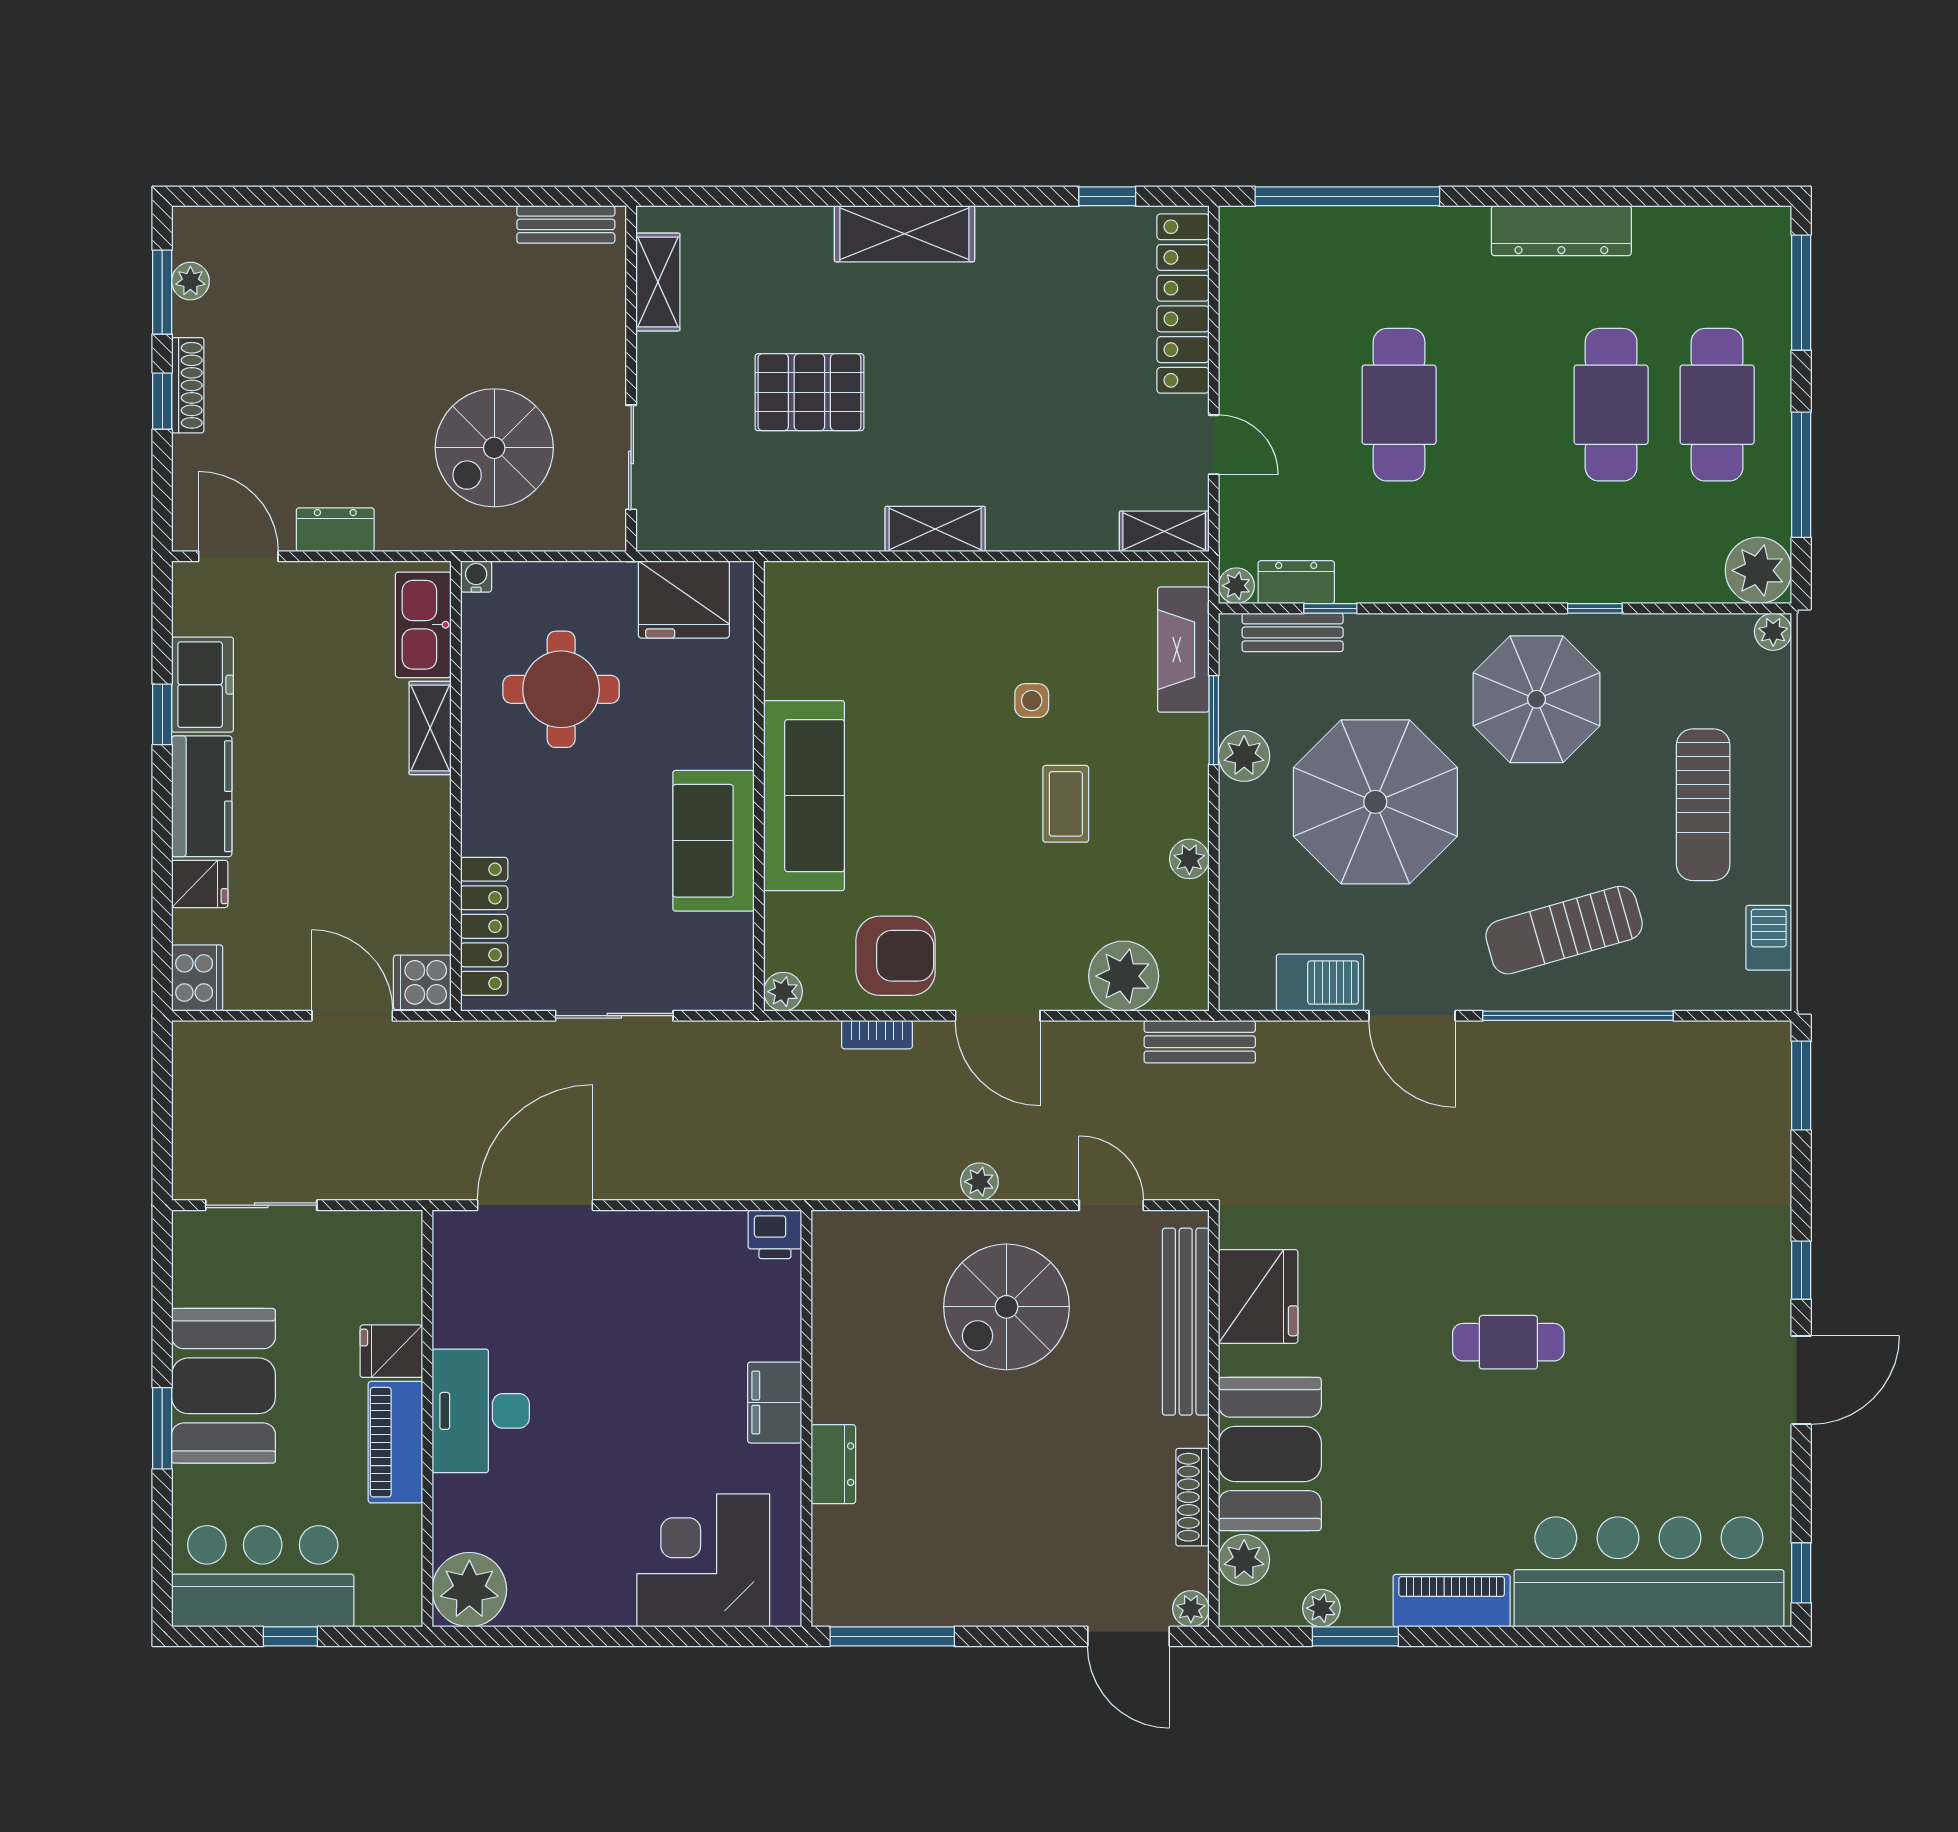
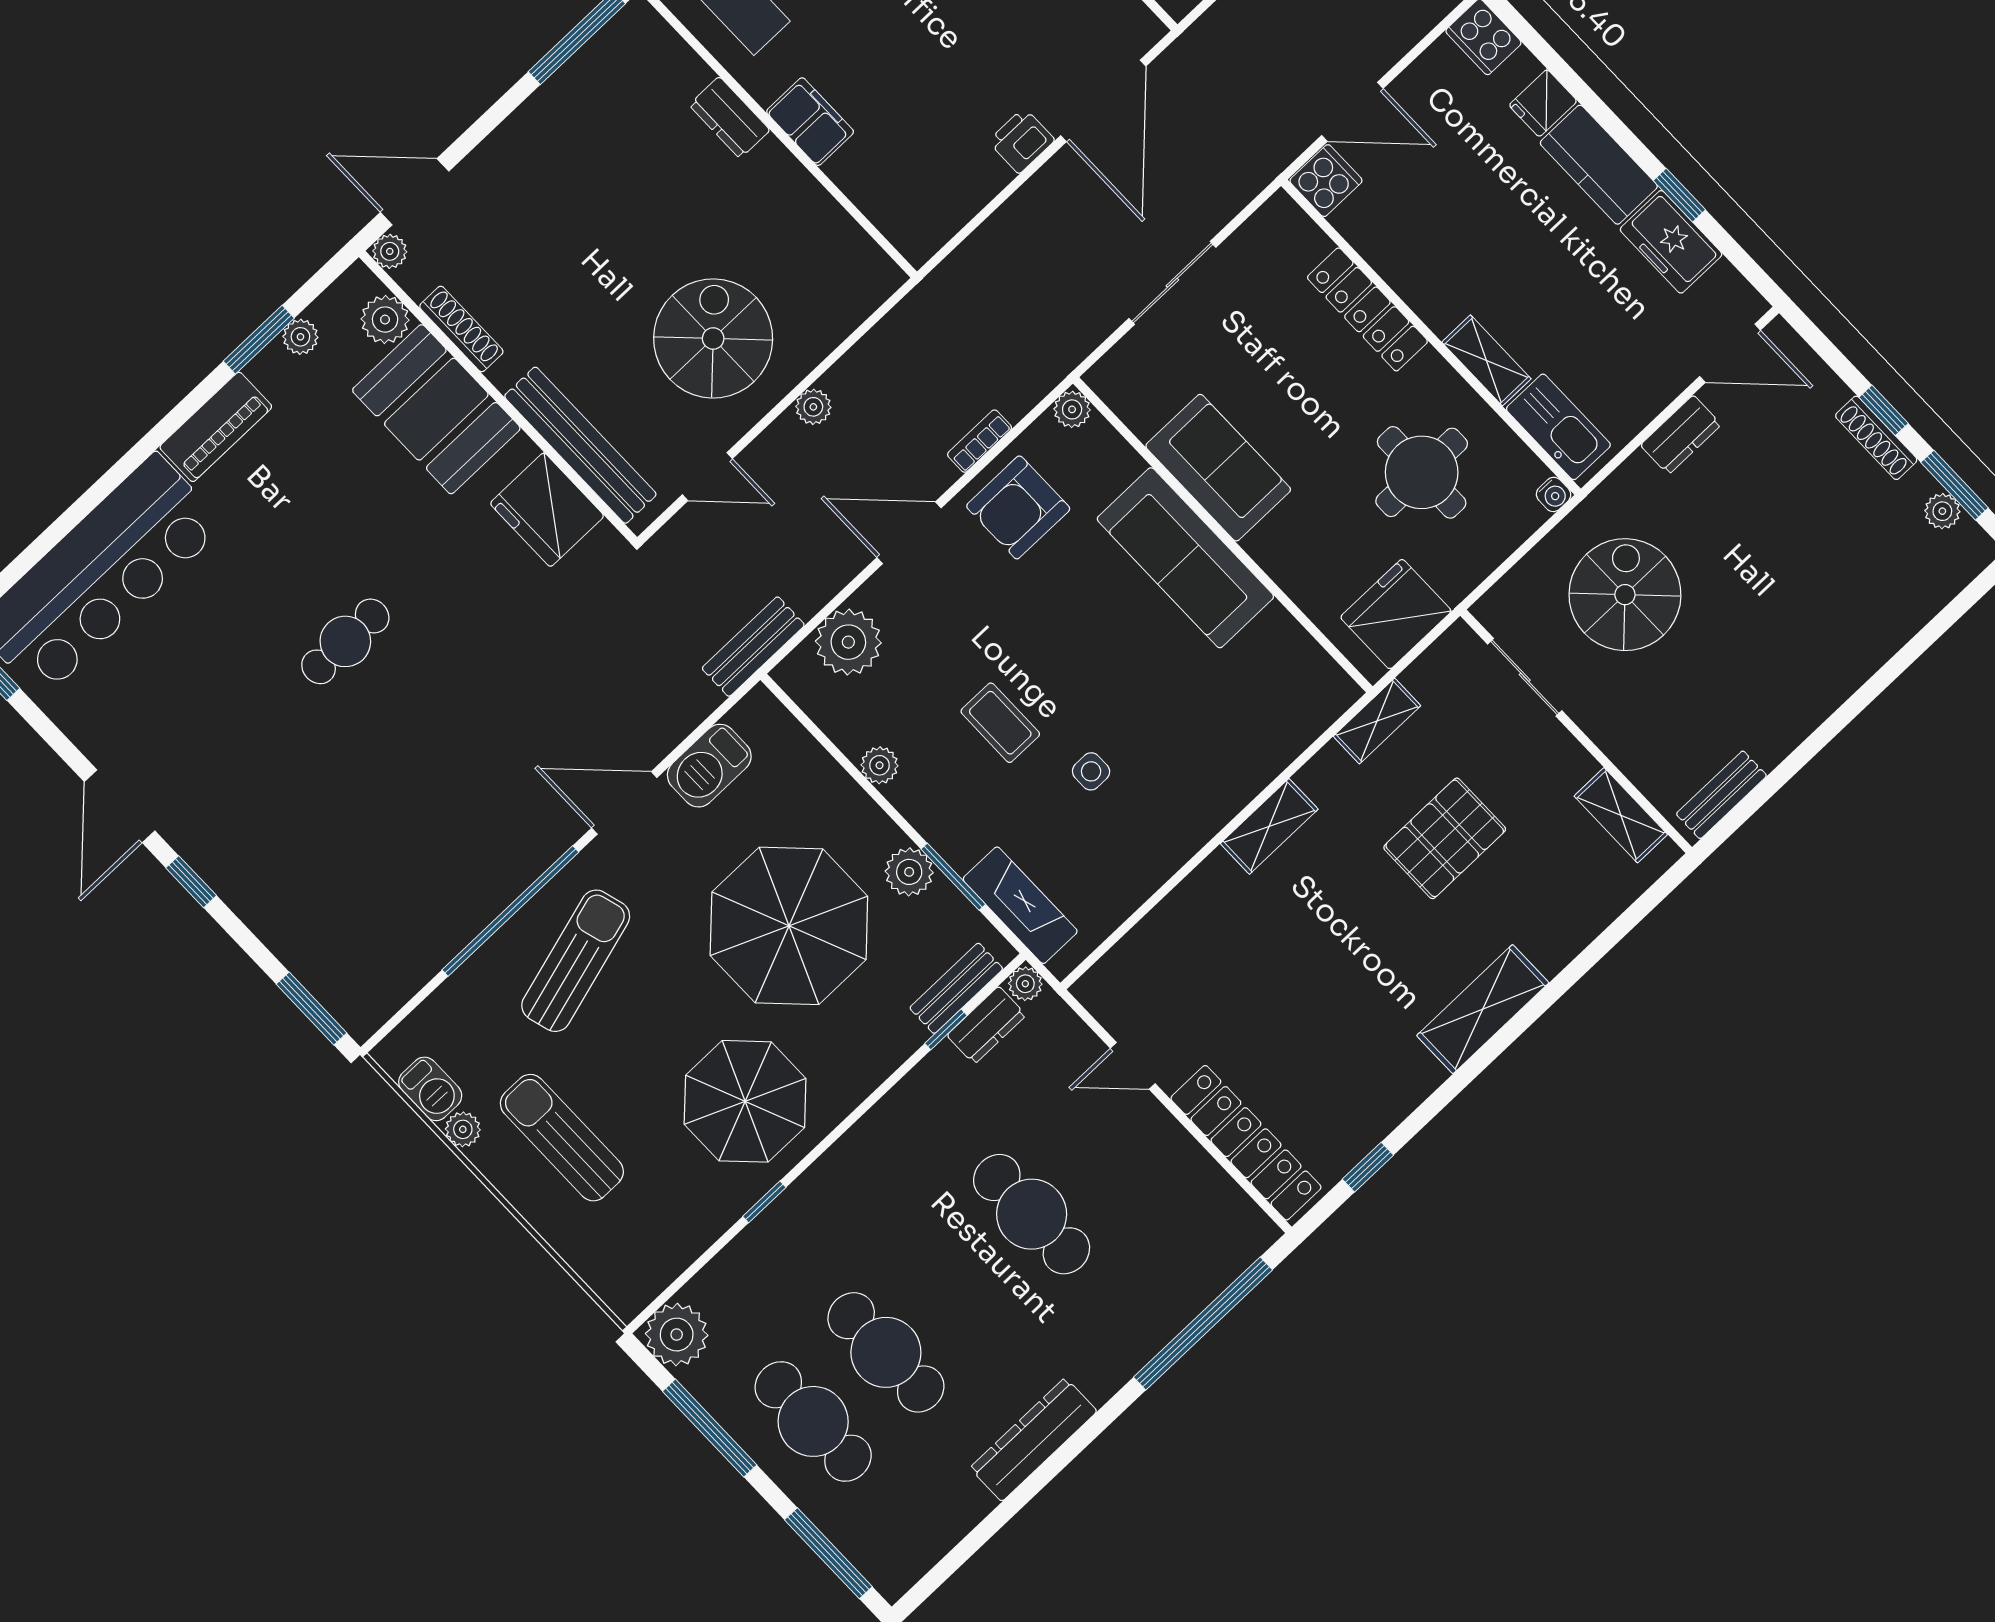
shelving: (1164, 531) -> (1377, 721), moved
plant: (1773, 632) -> (463, 1129), moved
locker: (484, 926) -> (1367, 309), moved
printer: (775, 1234) -> (1022, 141), moved

